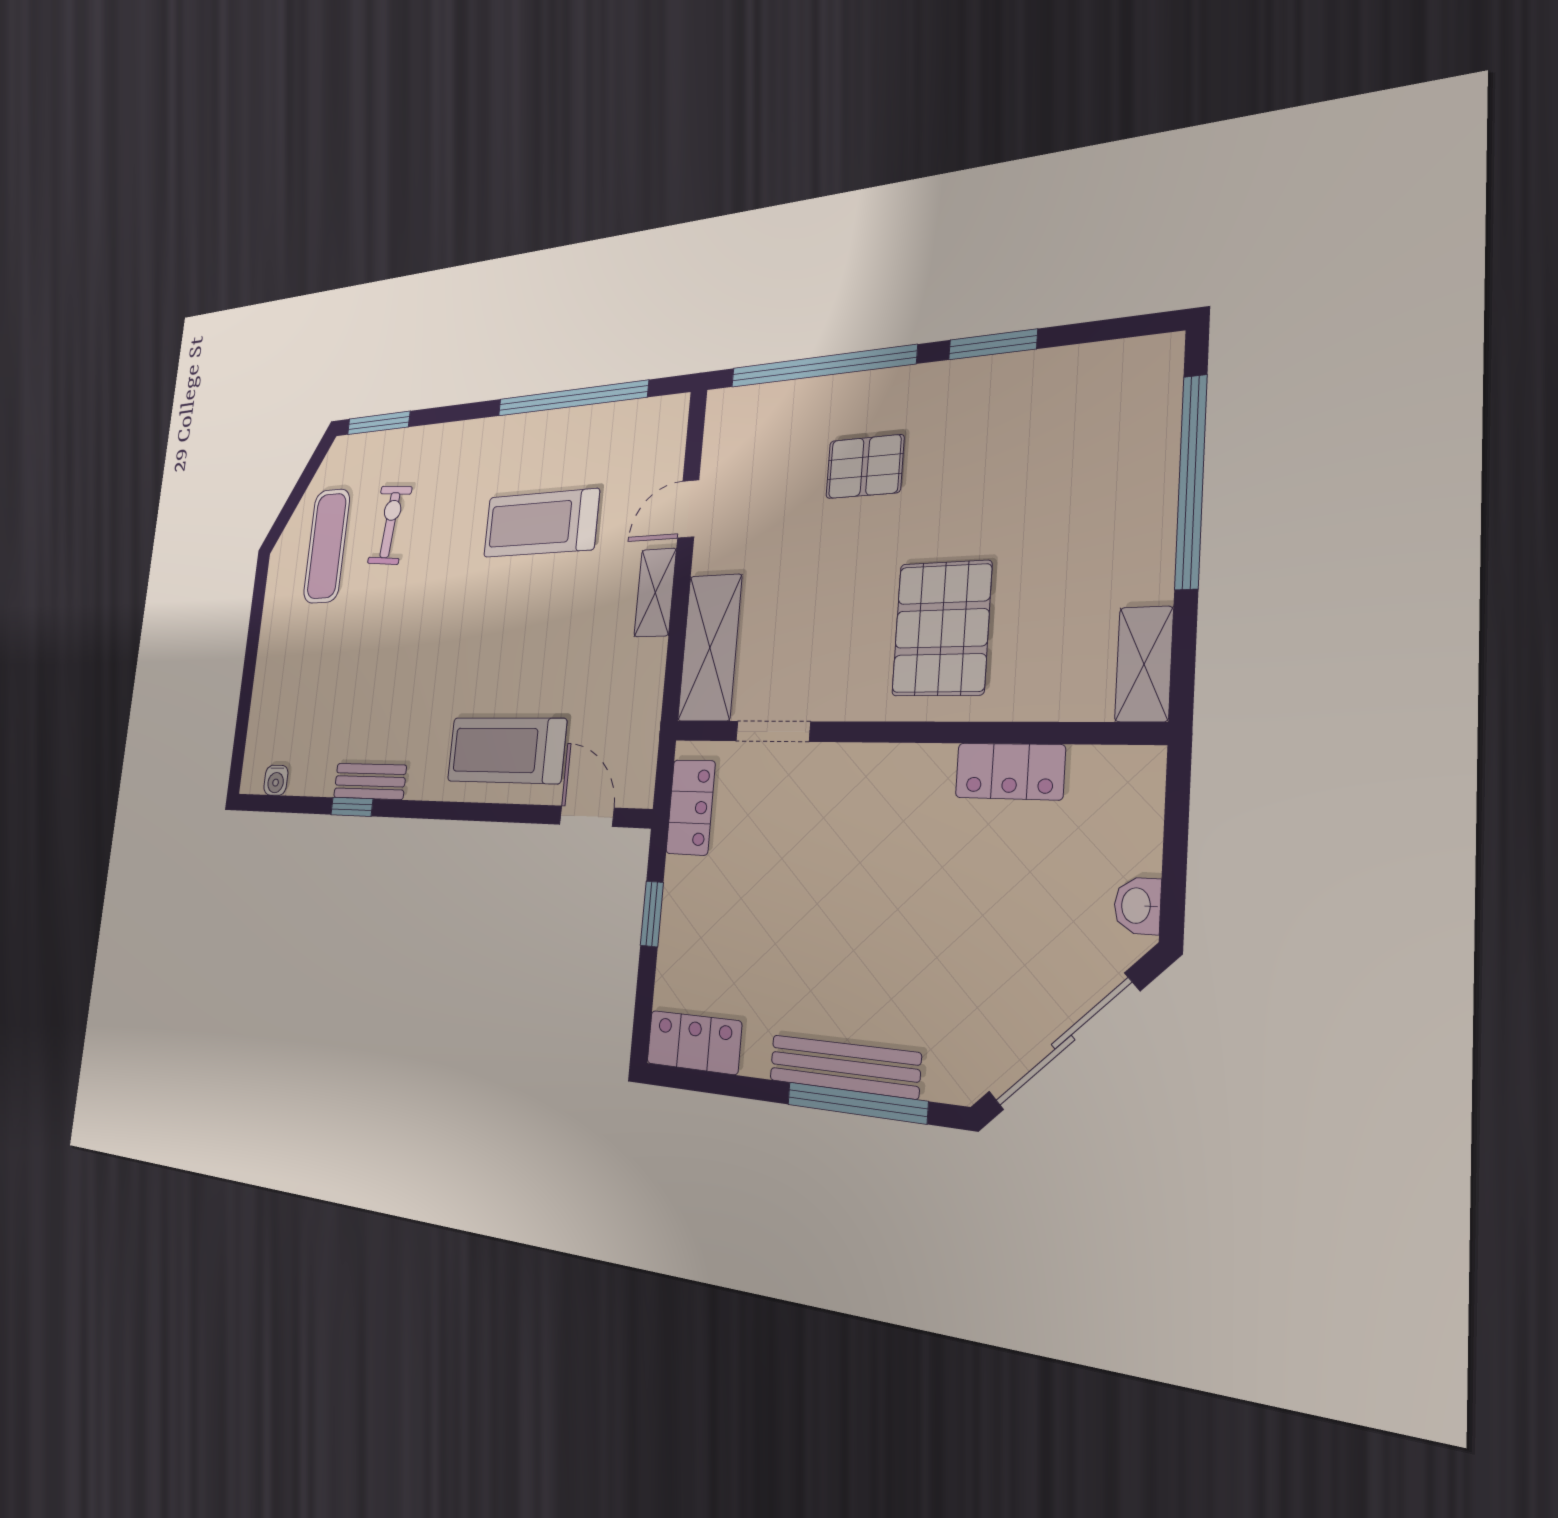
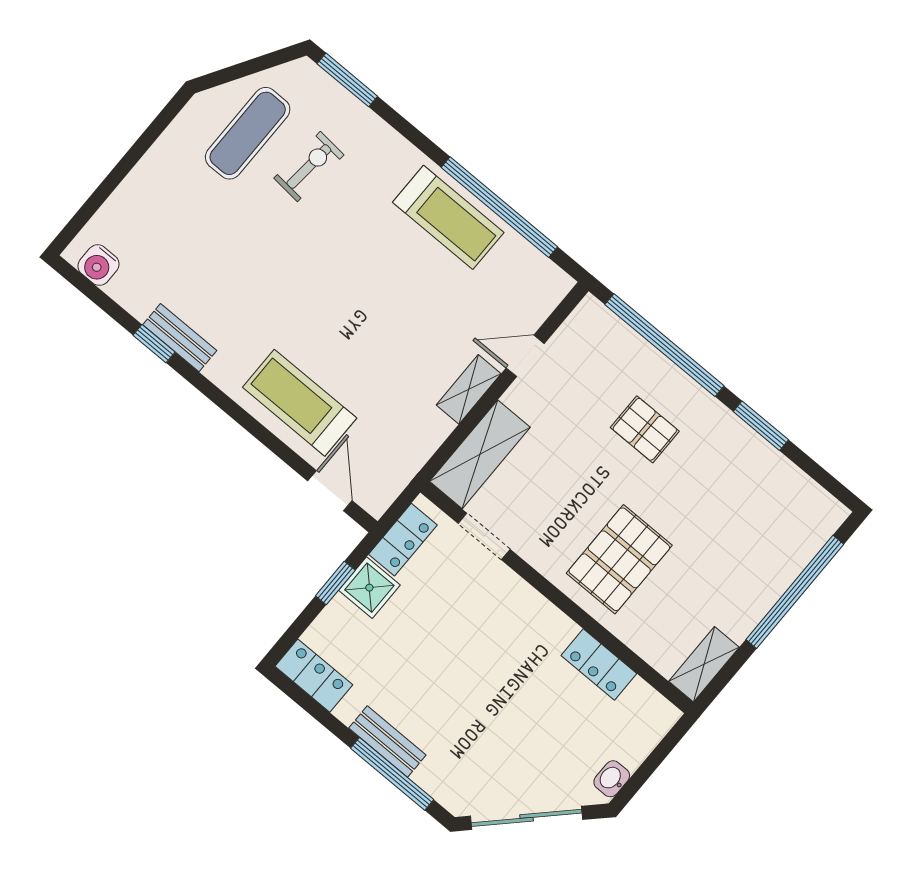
treadmill: (541, 523) -> (448, 217), moved, turned 180
water cooler: (276, 780) -> (98, 265), width x1.38, depth x1.38
shower: (690, 890) -> (369, 588), added
bench: (844, 1067) -> (387, 742), width x0.73

